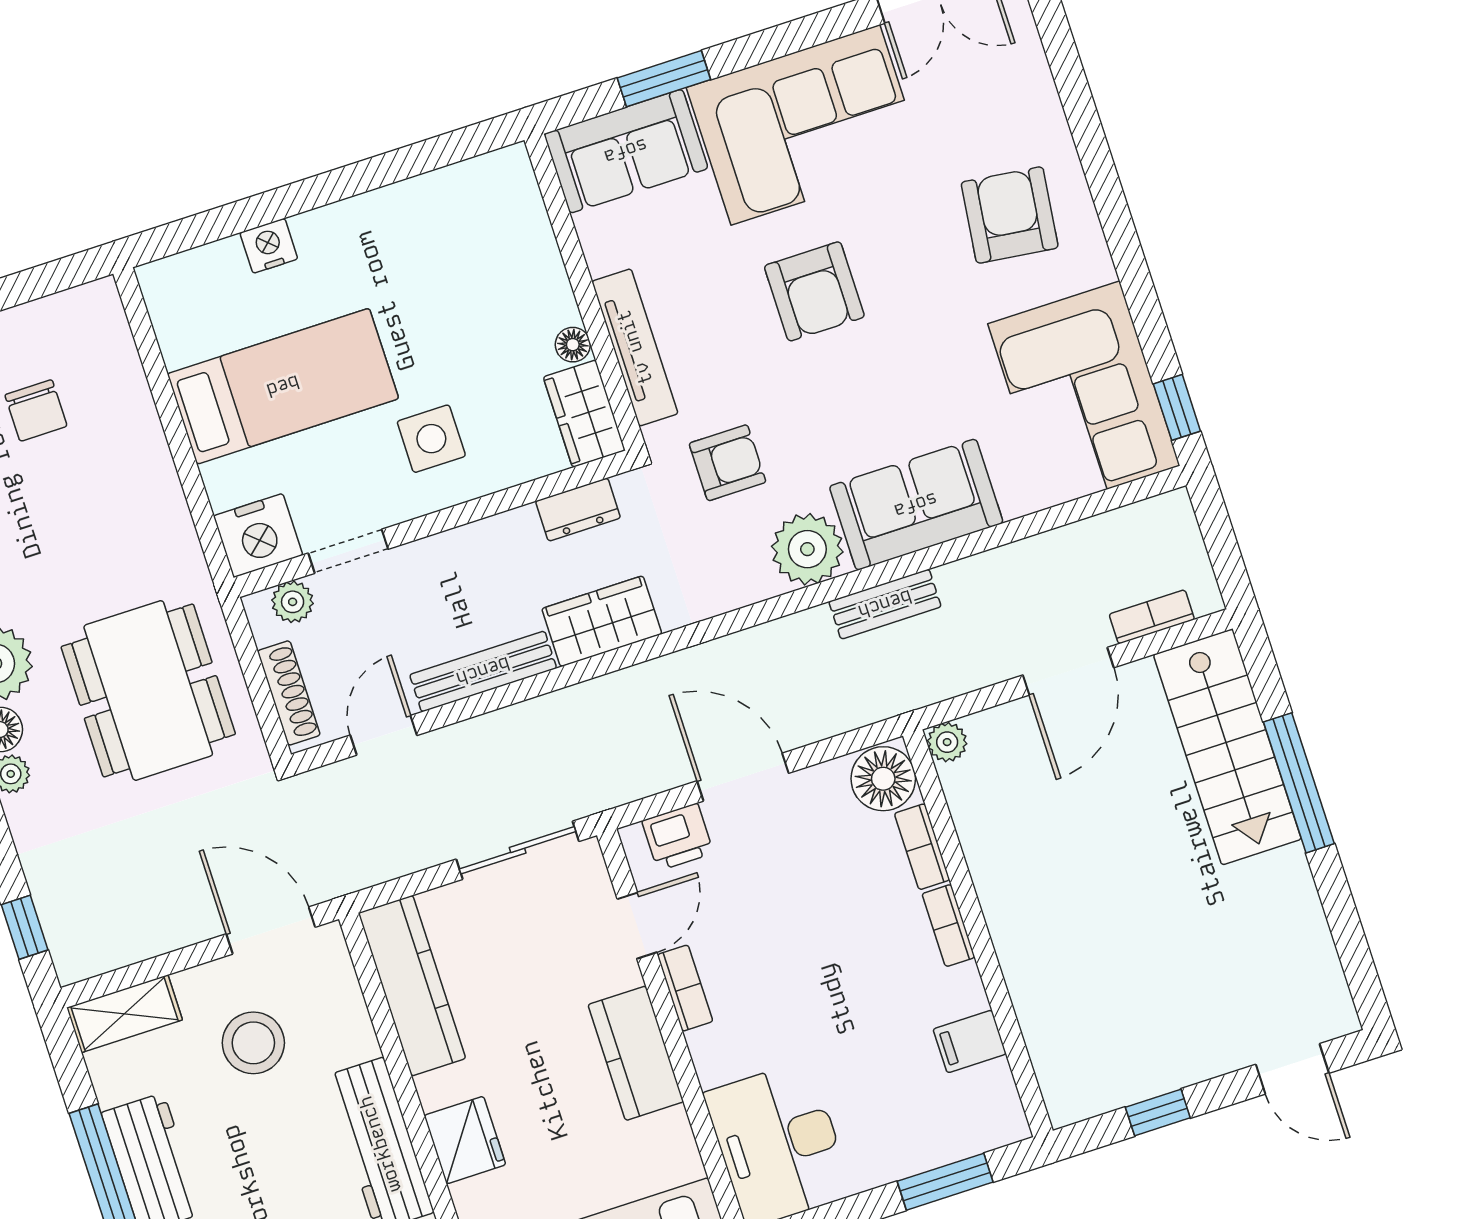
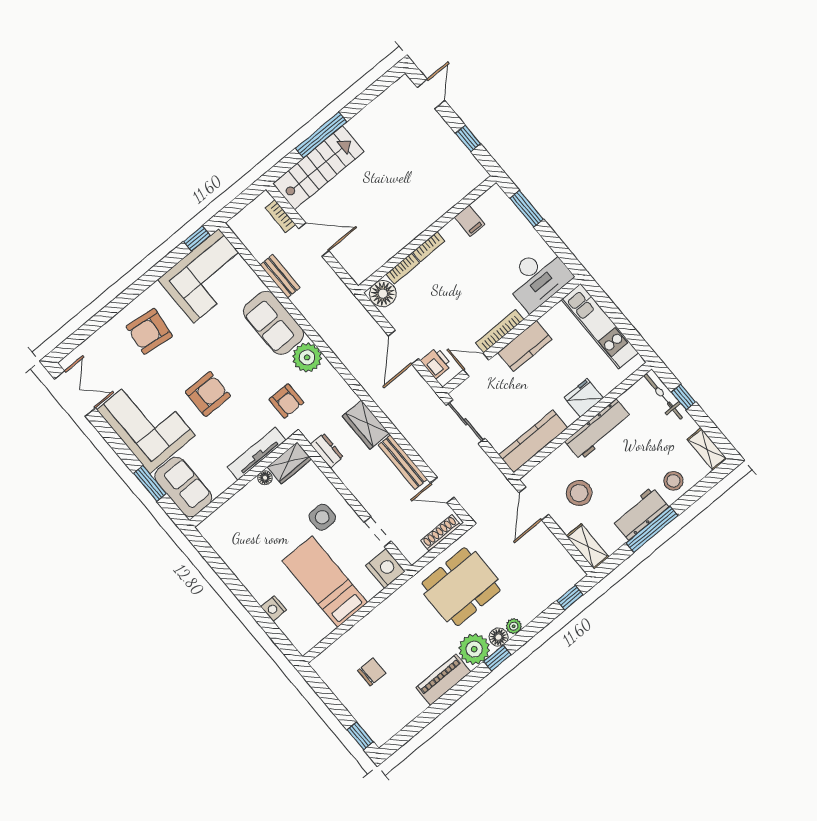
armchair: (728, 463) -> (286, 401), turned 180
plant: (293, 602) -> (405, 545), removed
bench: (885, 604) -> (280, 276), moved
plant: (947, 742) -> (359, 275), removed
bookcase: (685, 988) -> (500, 331), width x1.56

